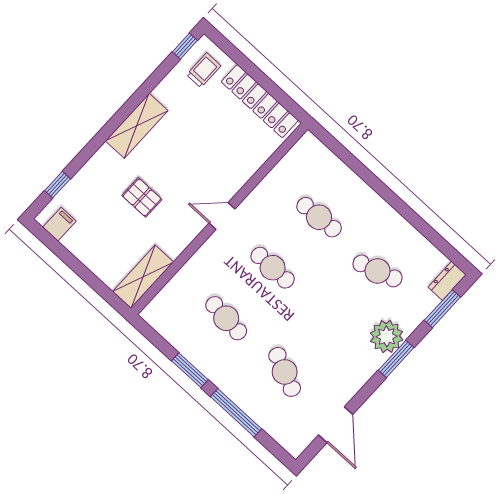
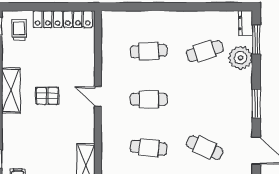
pallet: (142, 197) -> (47, 96), moved
door: (222, 216) -> (98, 97), hinge flipped
plant: (387, 336) -> (241, 58), moved
window: (396, 359) -> (256, 104), moved

